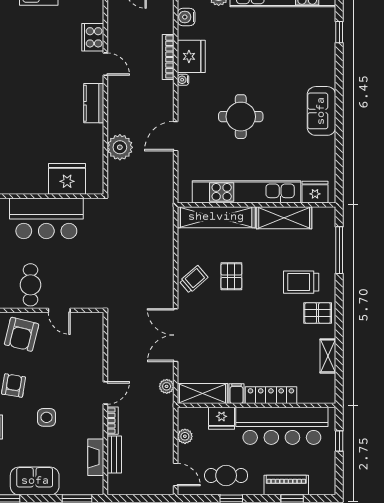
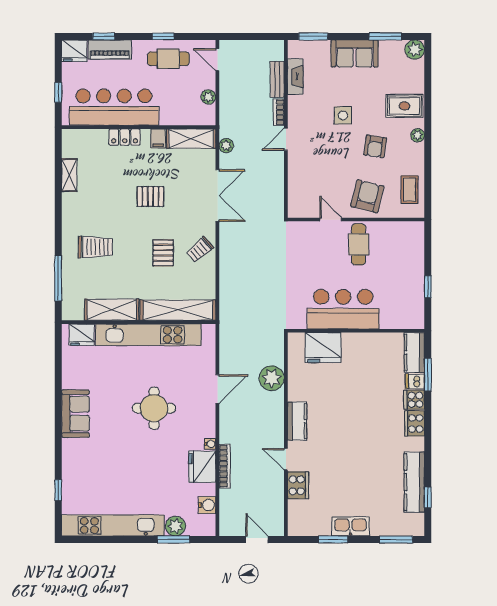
pallet: (318, 313) -> (150, 196), moved
locker: (271, 395) -> (125, 137), width x0.66
fridge: (222, 418) -> (74, 51), moved, turned 180

